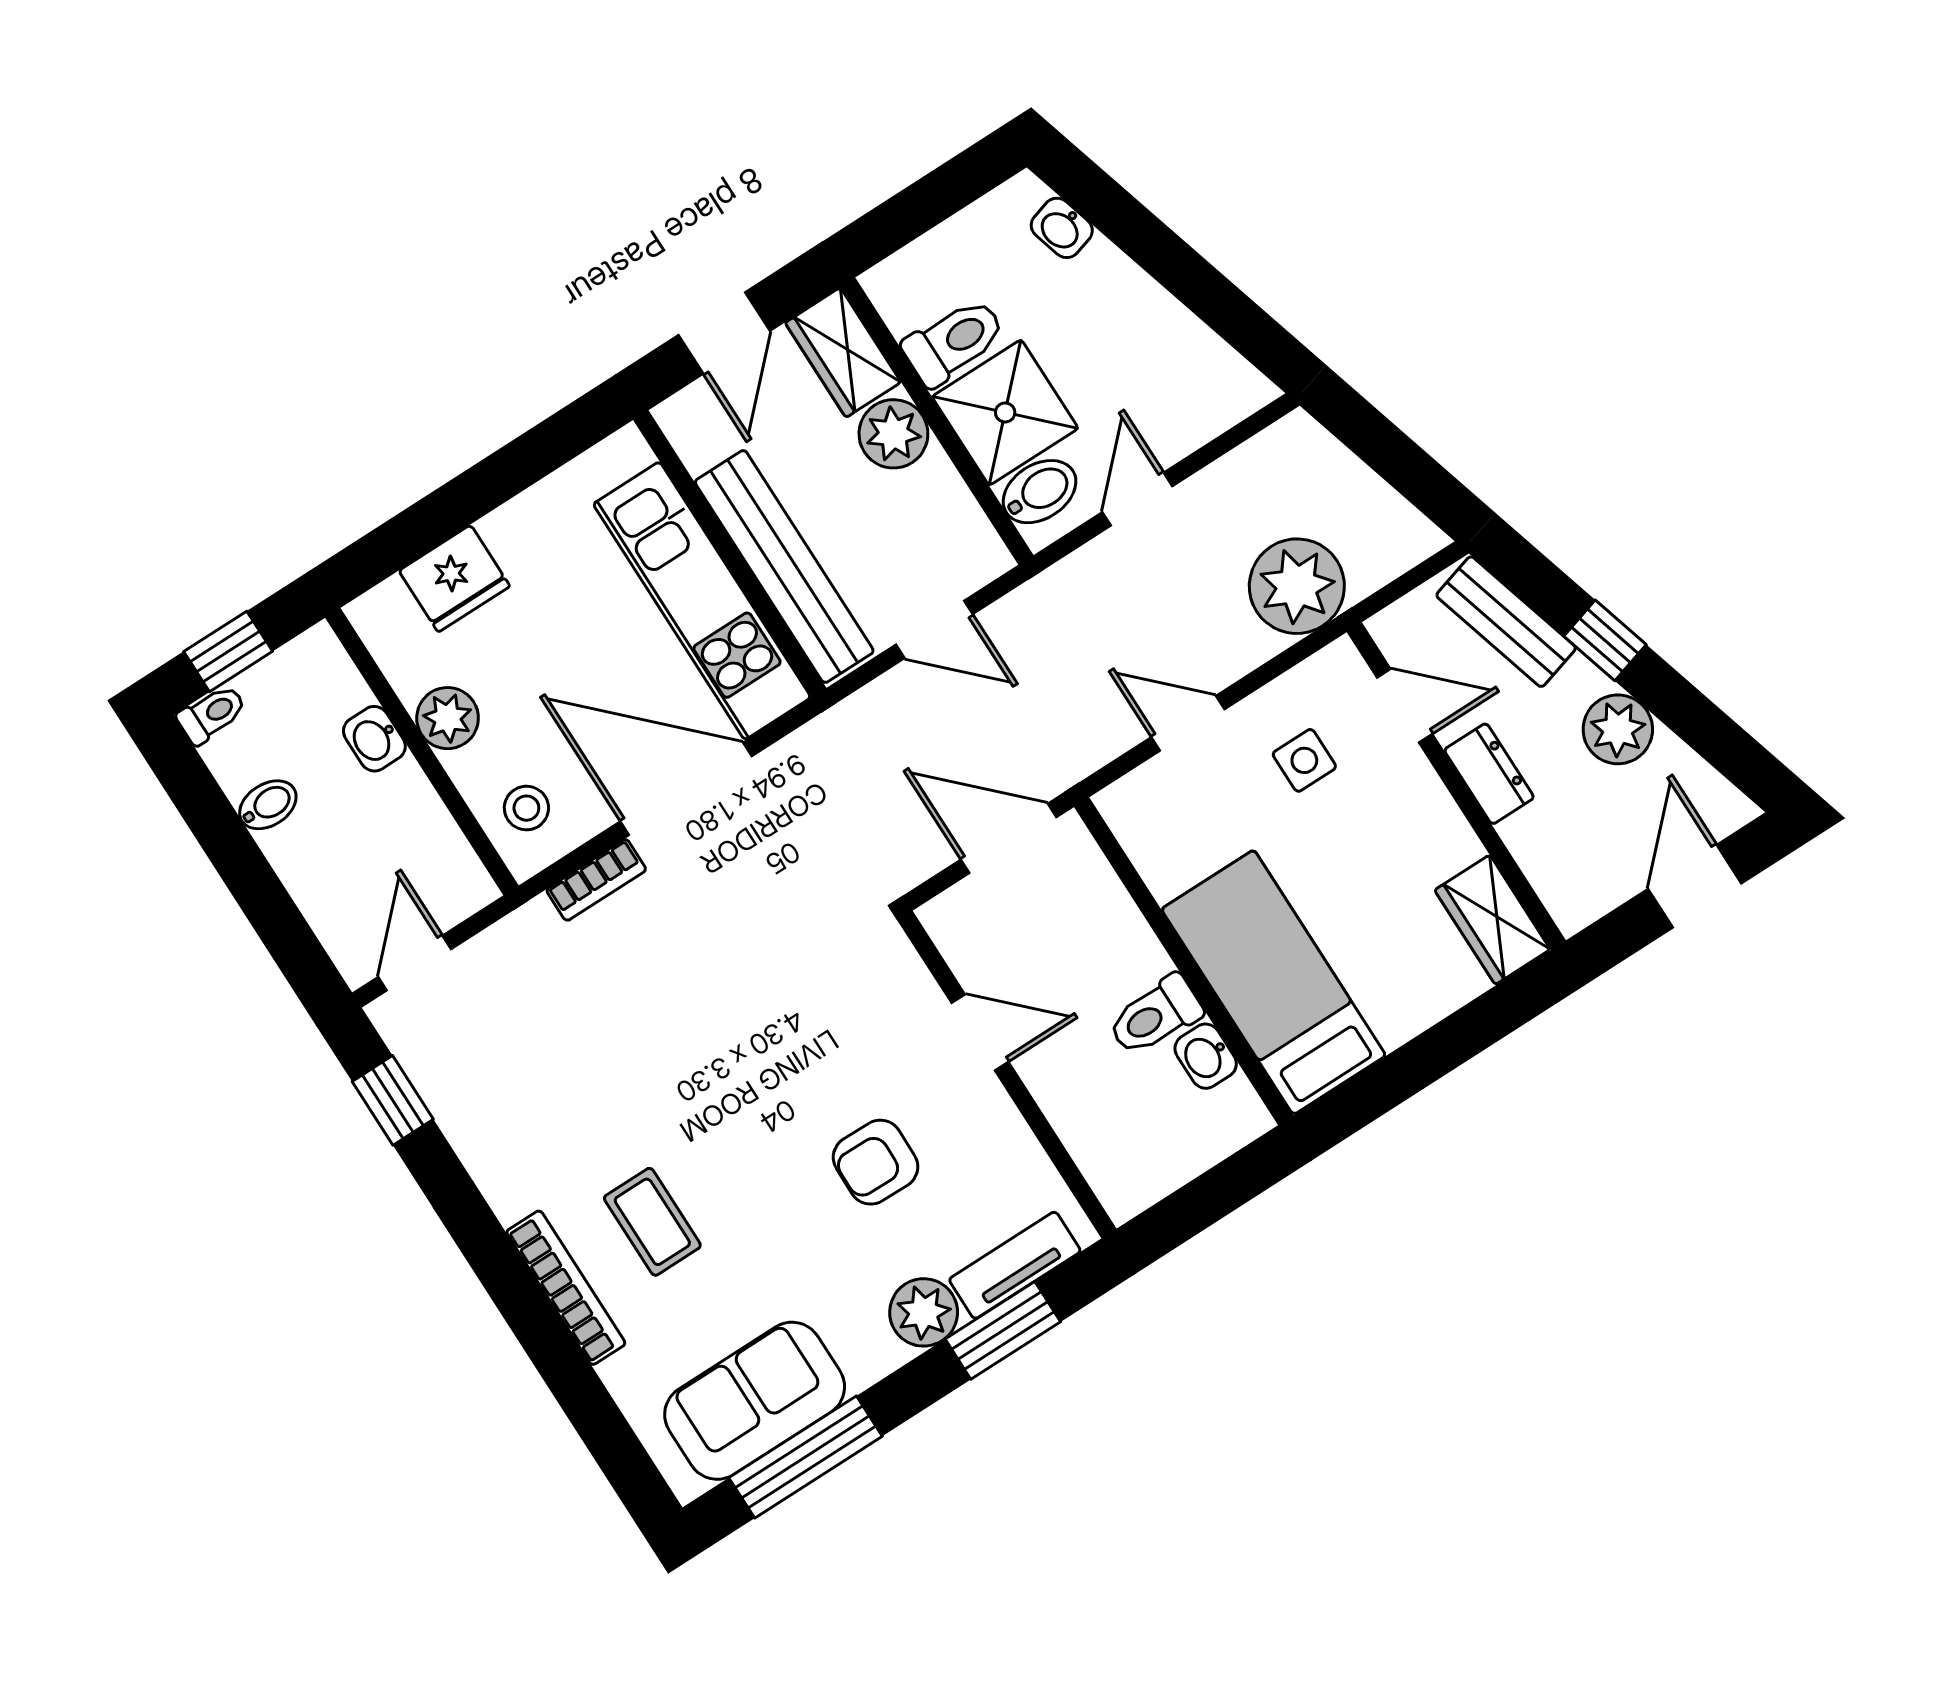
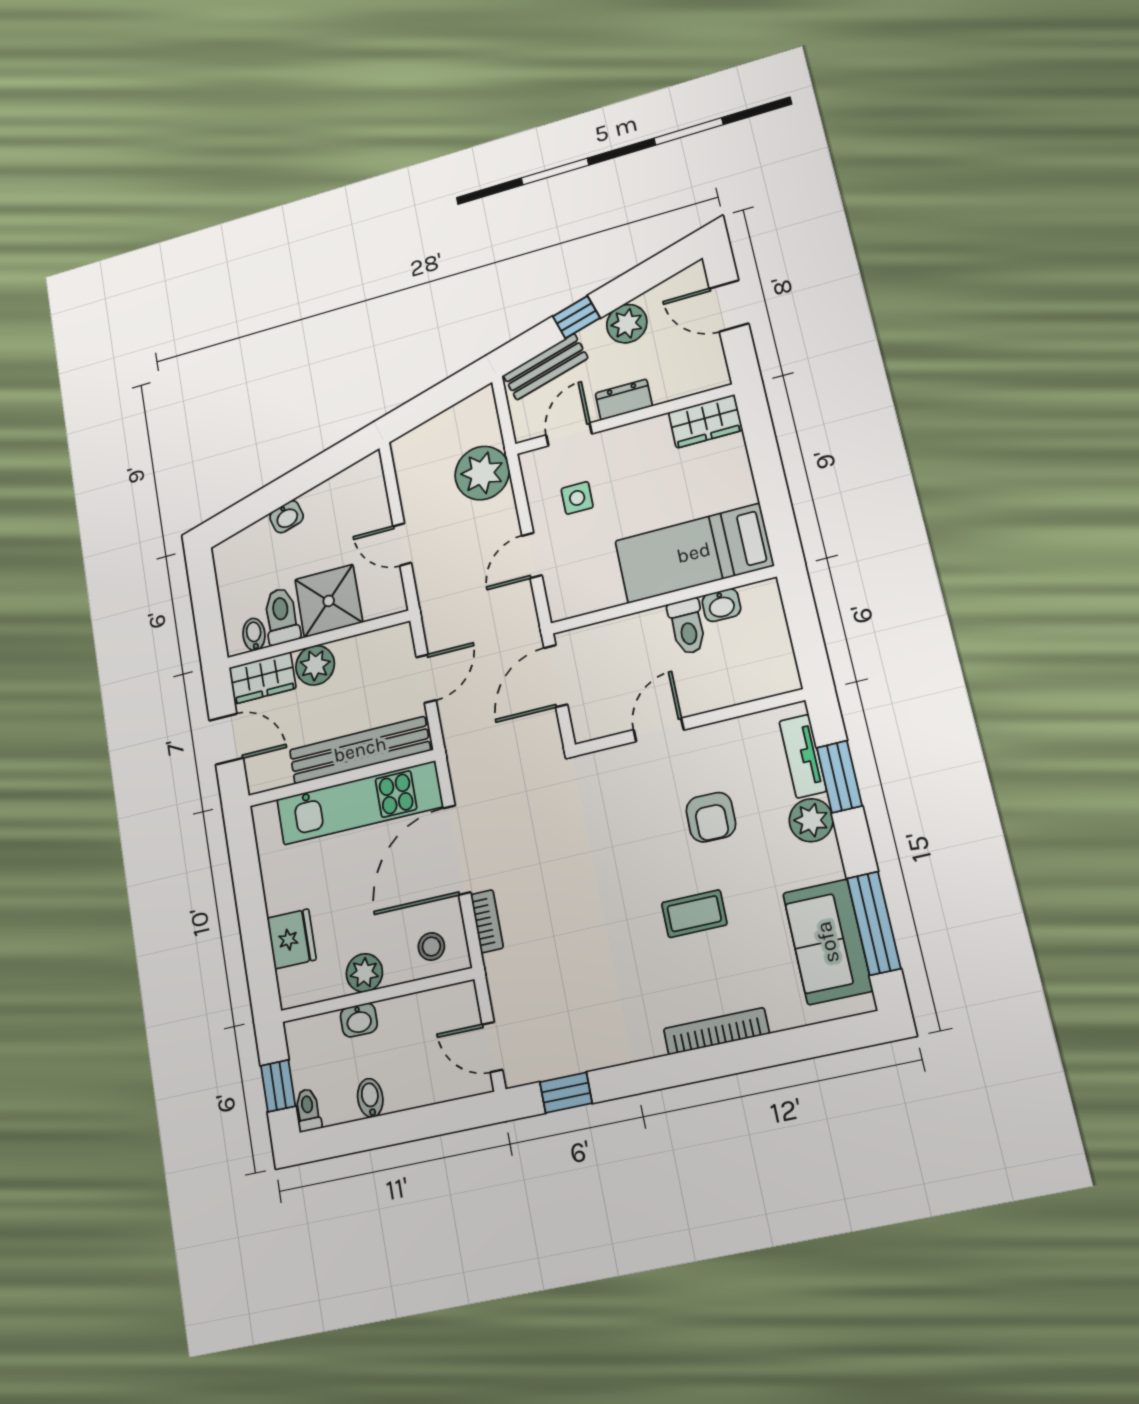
washbasin: (1062, 228) -> (287, 517), moved
bidet: (1040, 492) -> (254, 634), moved, width x0.72, depth x0.74
coffee table: (652, 1222) -> (694, 914), moved

